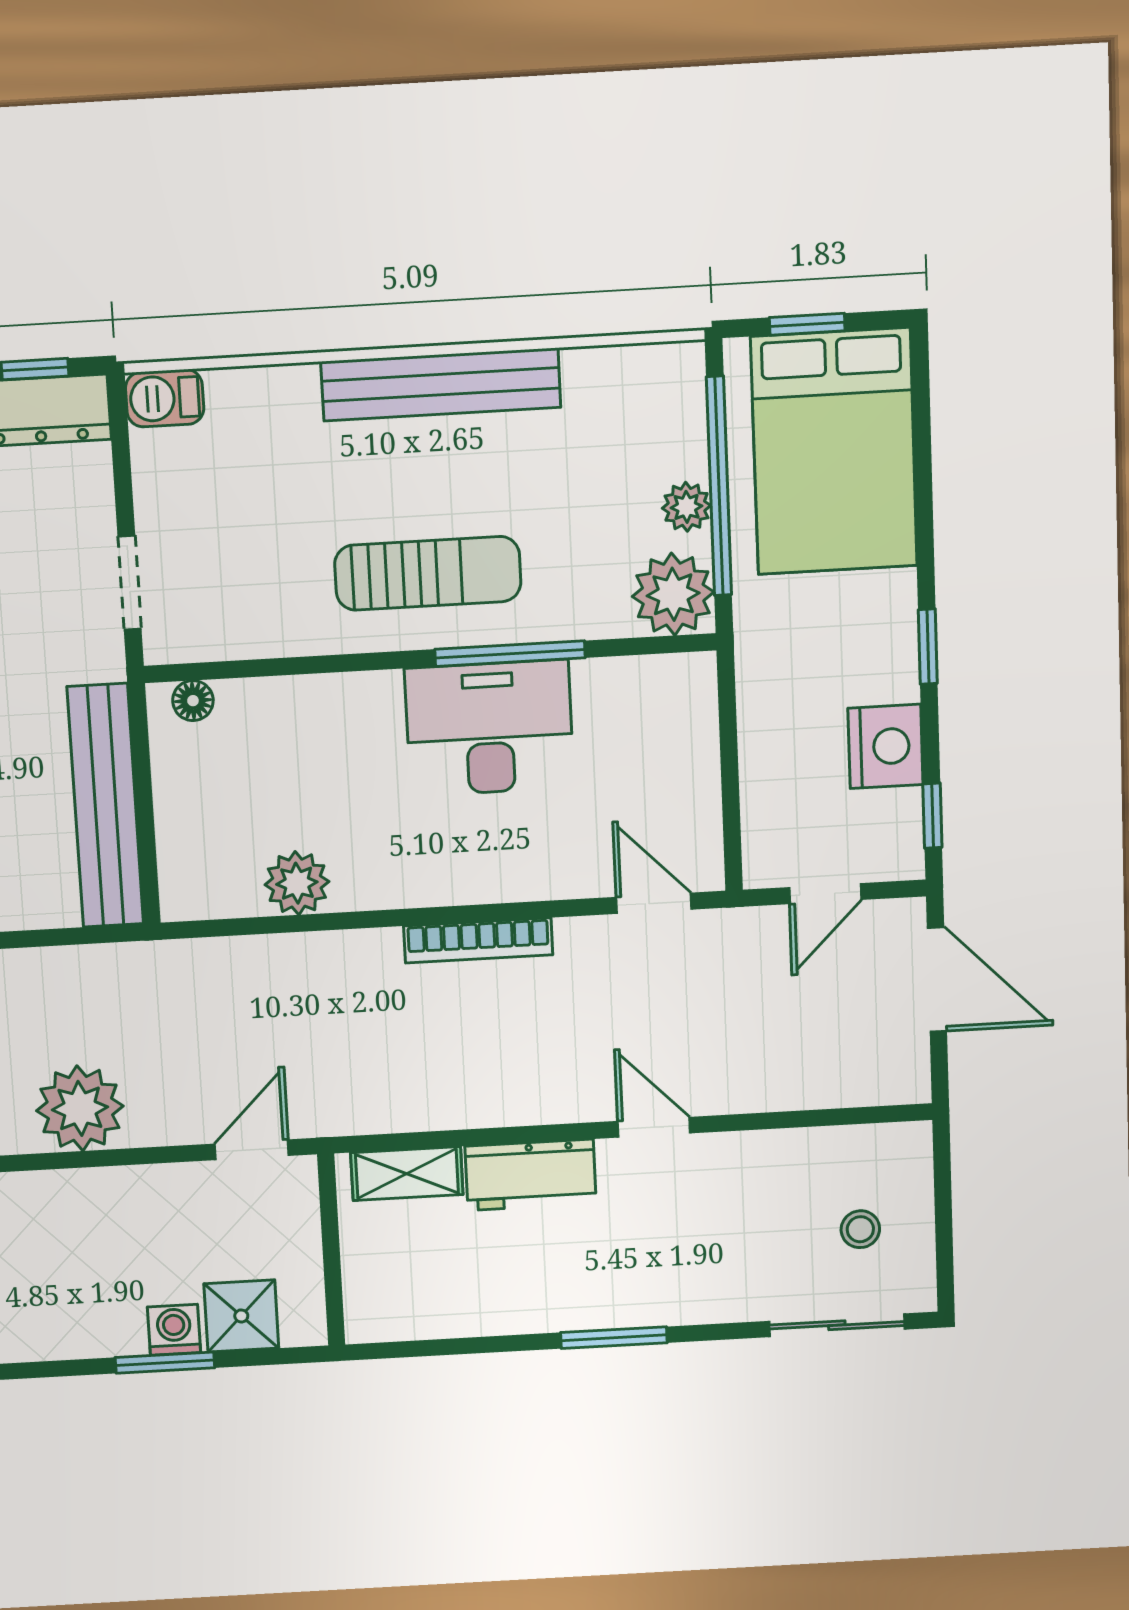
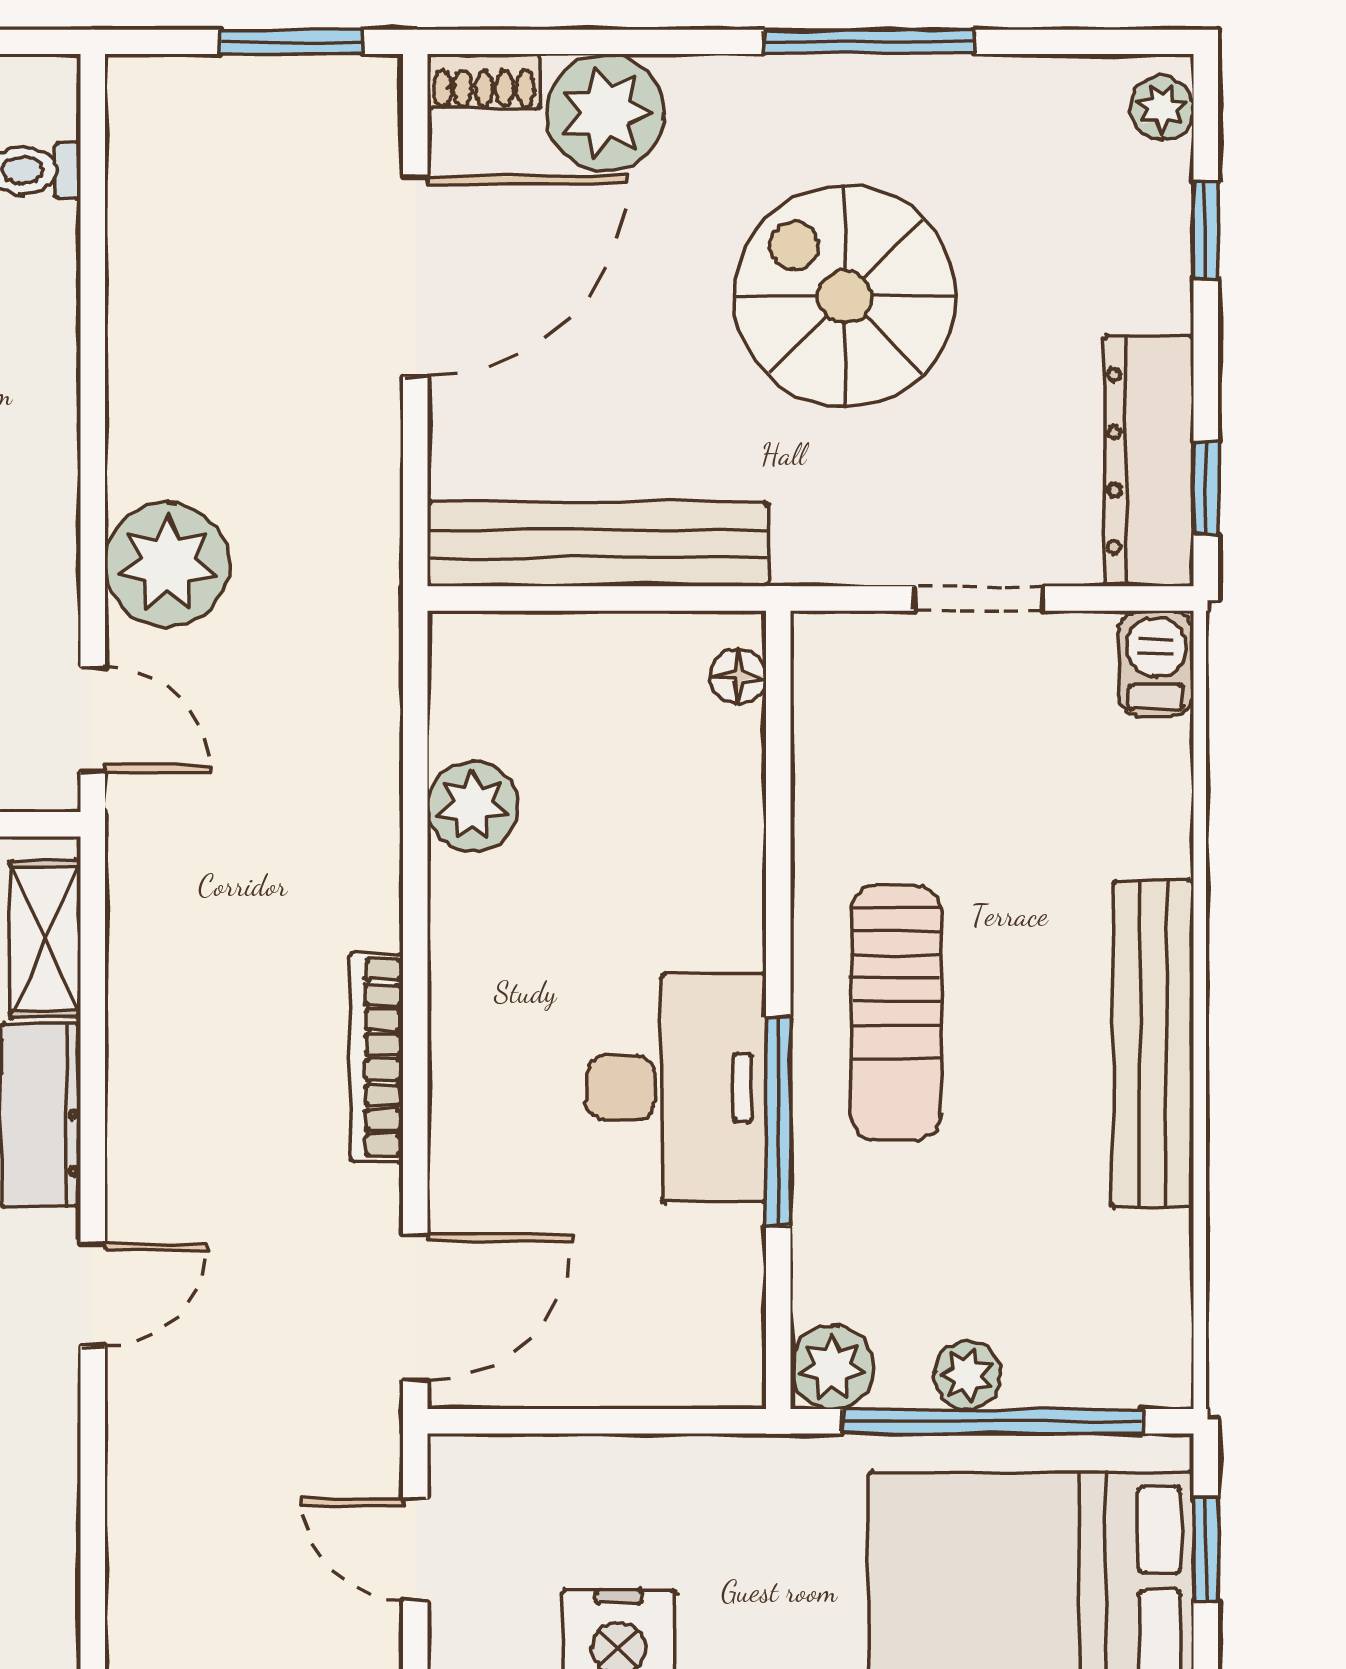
doorway: (130, 583) -> (979, 598), moved
plant: (673, 594) -> (832, 1367), width x0.73, depth x0.73
door: (654, 903) -> (415, 1307), width x1.38
plant: (80, 1108) -> (167, 564), moved

